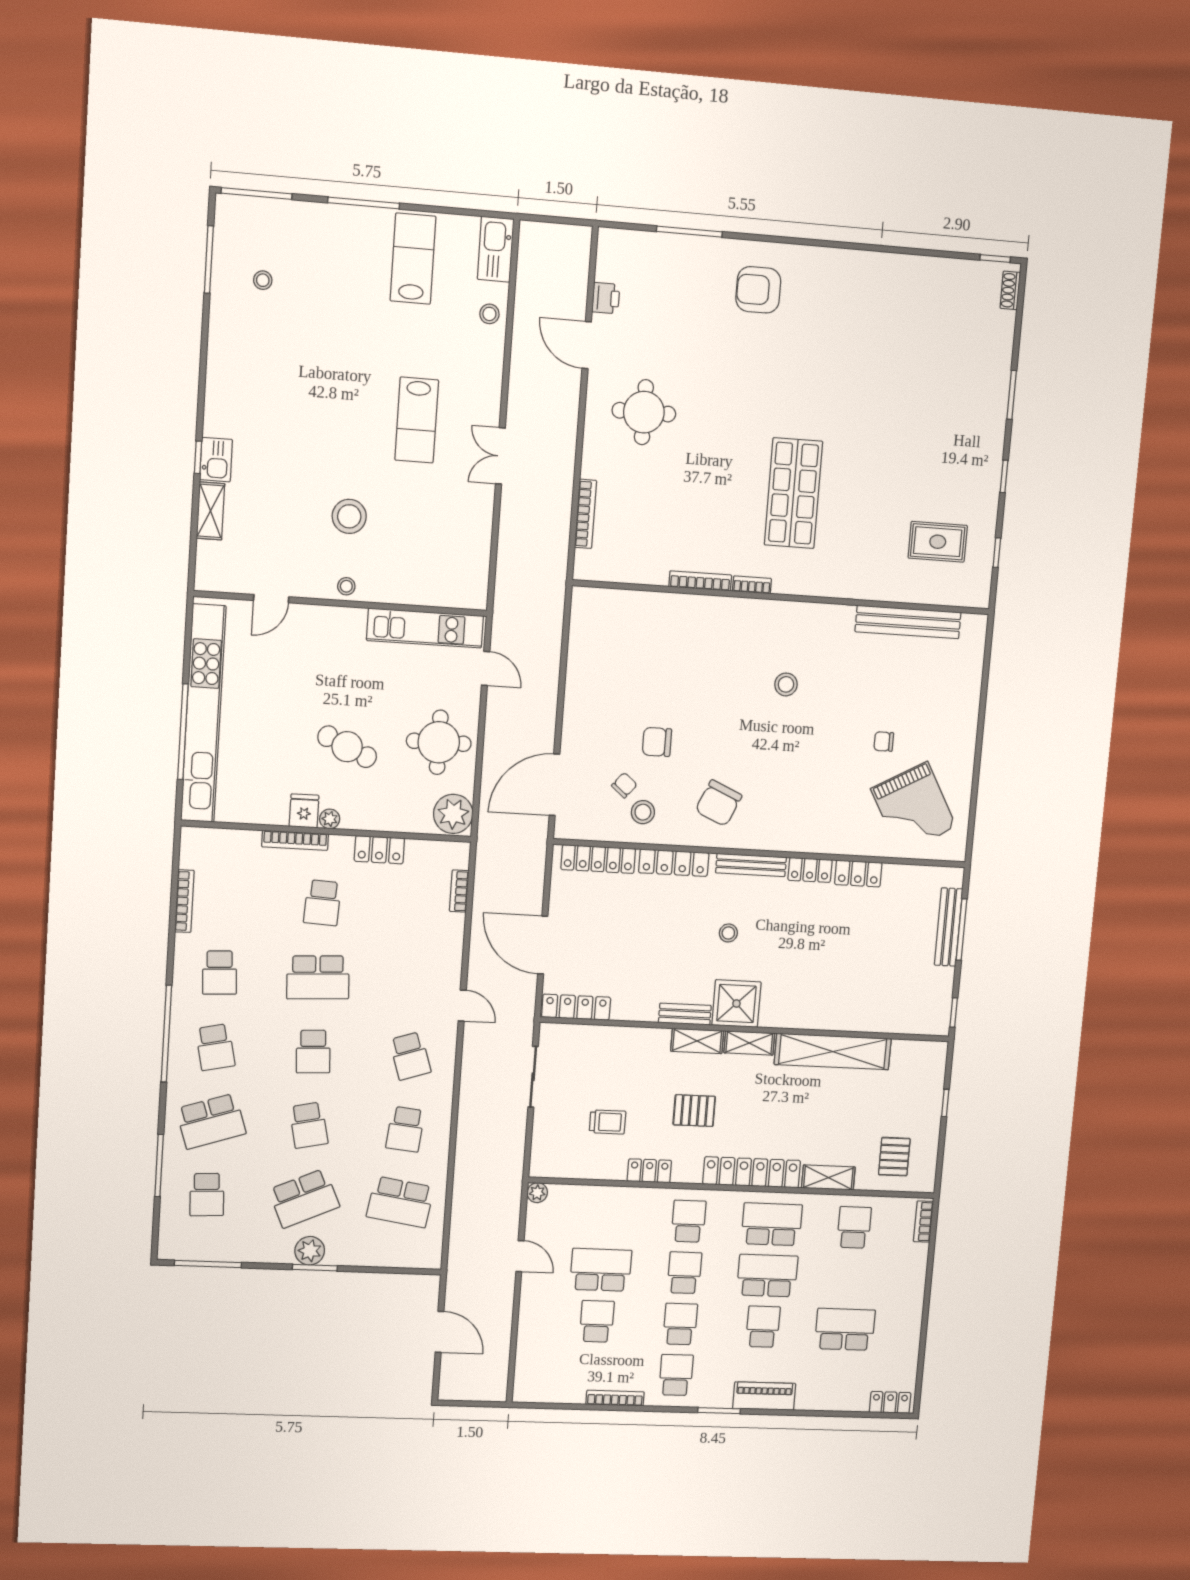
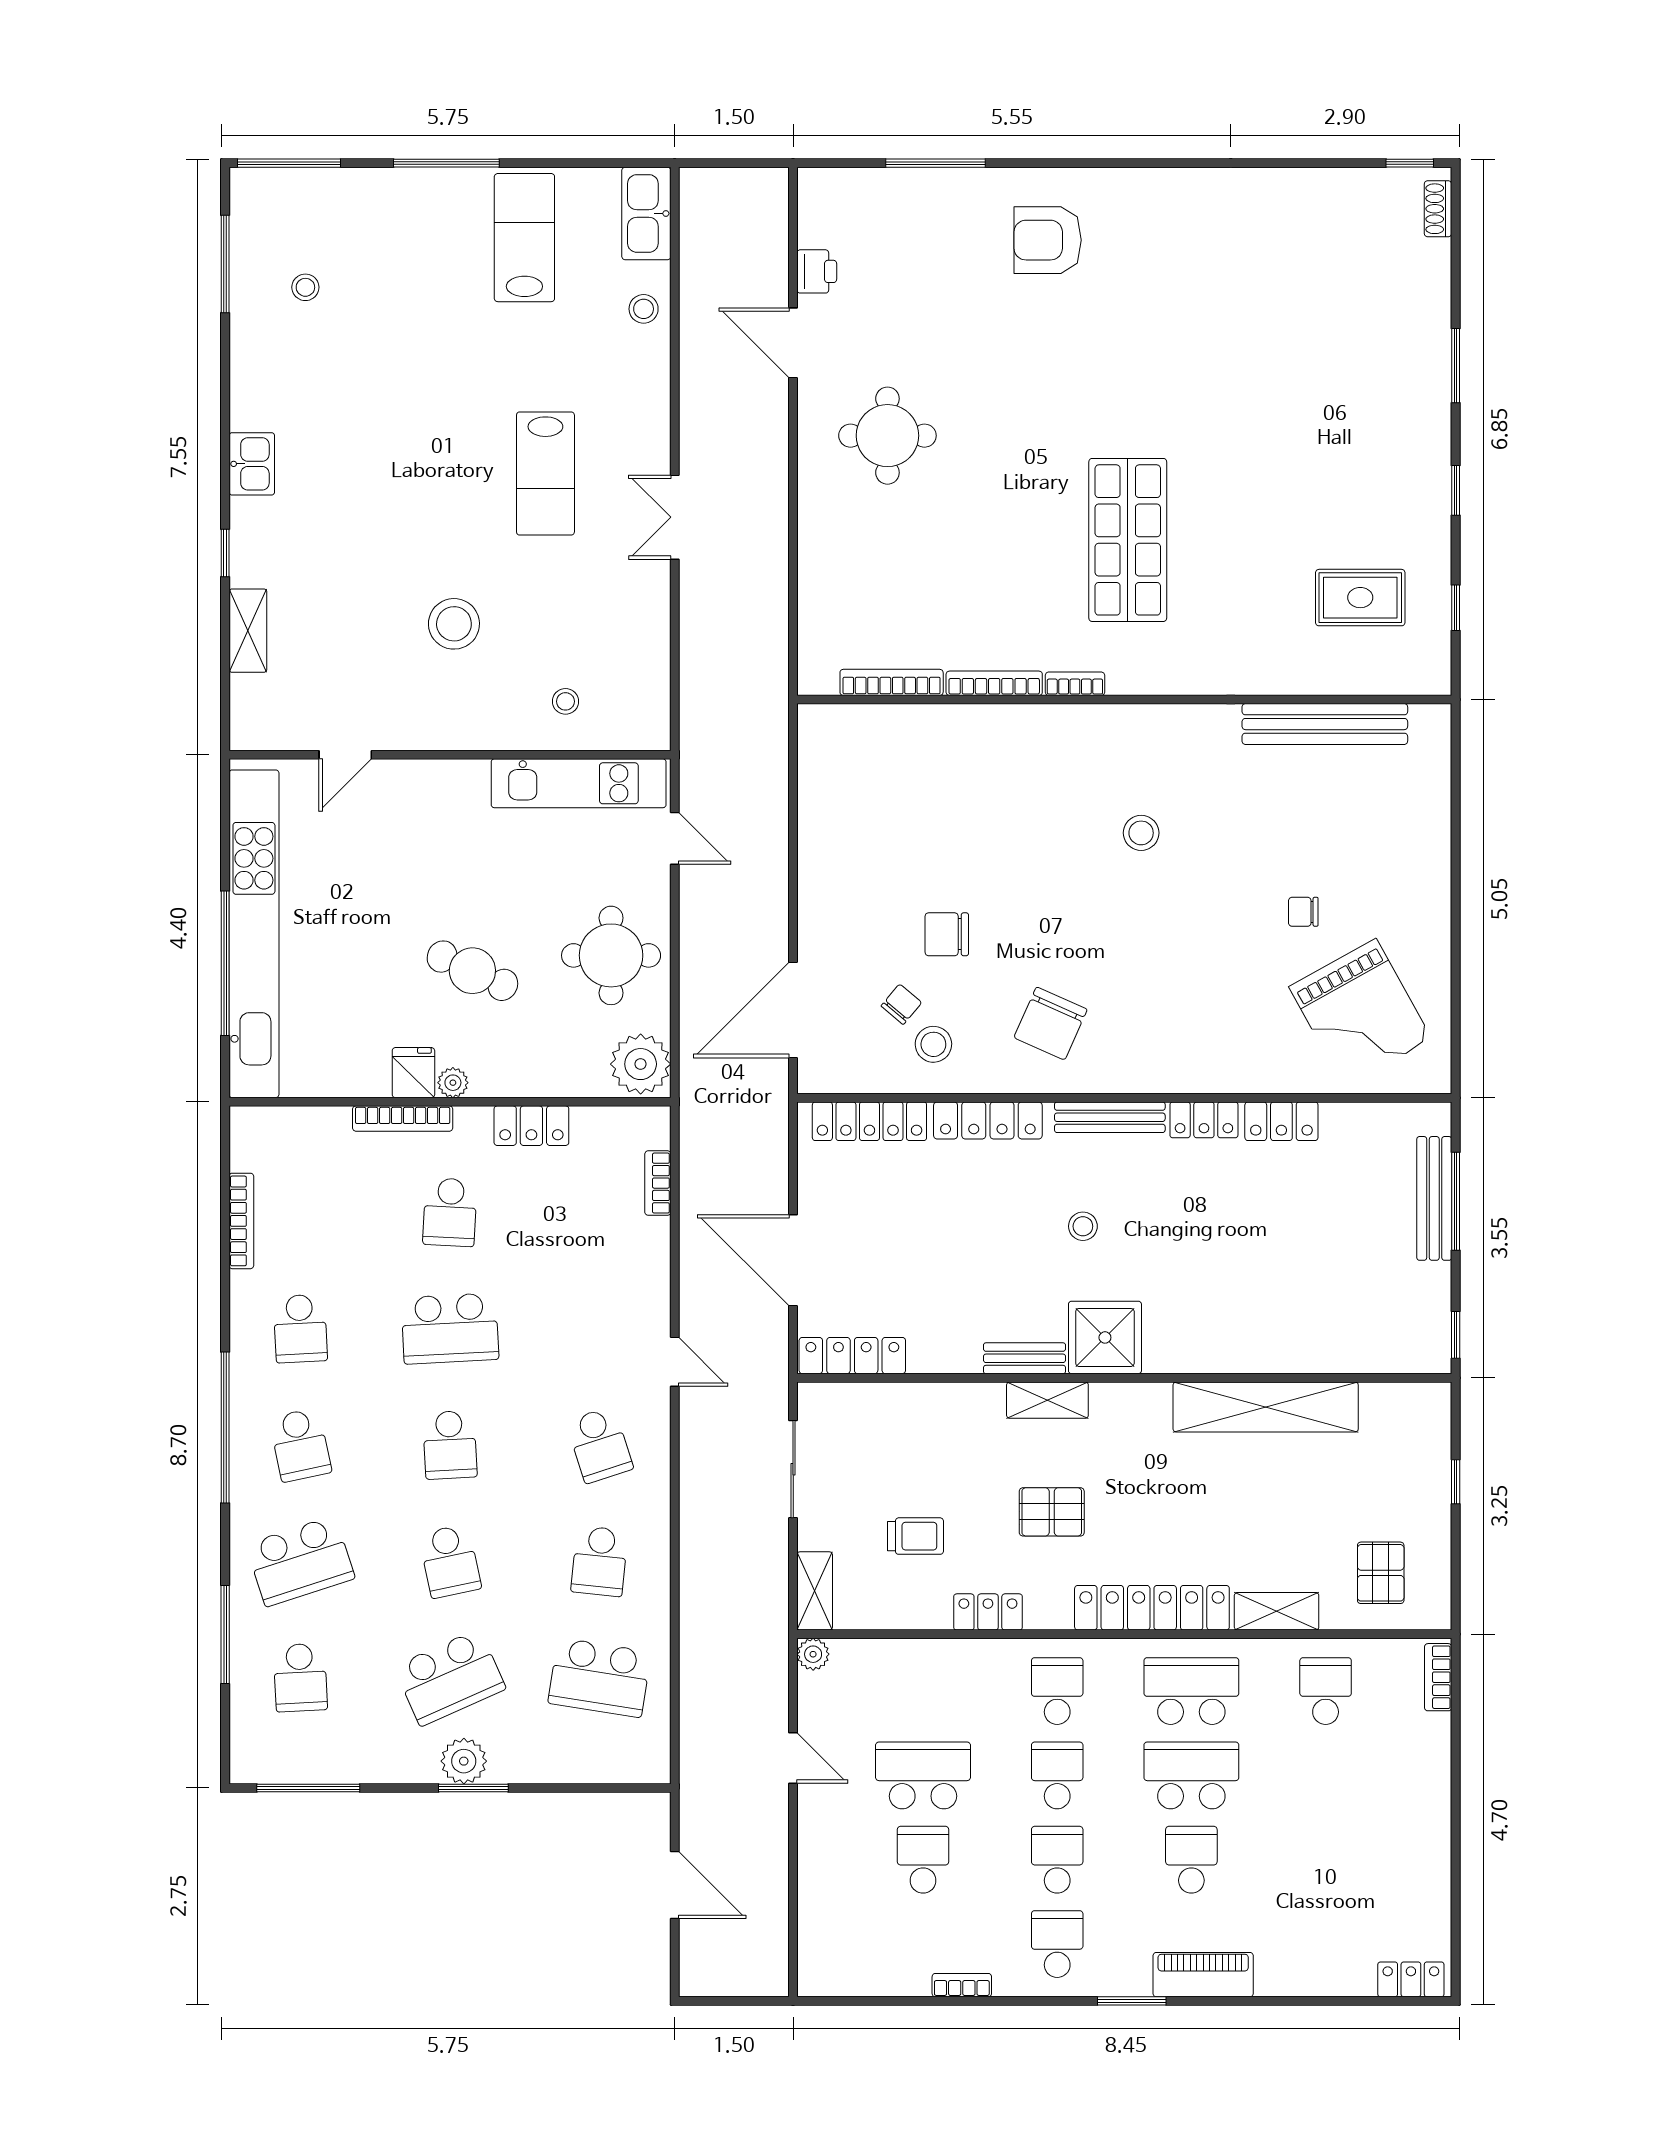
kitchen sink: (216, 460) -> (252, 464), moved
bookcase: (586, 514) -> (892, 682), moved, turned -90
stool: (346, 586) -> (565, 701), moved
shelving: (749, 1043) -> (815, 1591), moved, turned 90
school desk: (845, 1329) -> (1326, 1860), removed
bookcase: (615, 1398) -> (962, 1985), width x0.64

